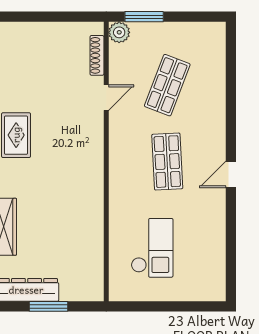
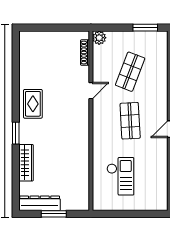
window: (144, 17) -> (145, 28), moved
door: (106, 98) -> (91, 91), moved

